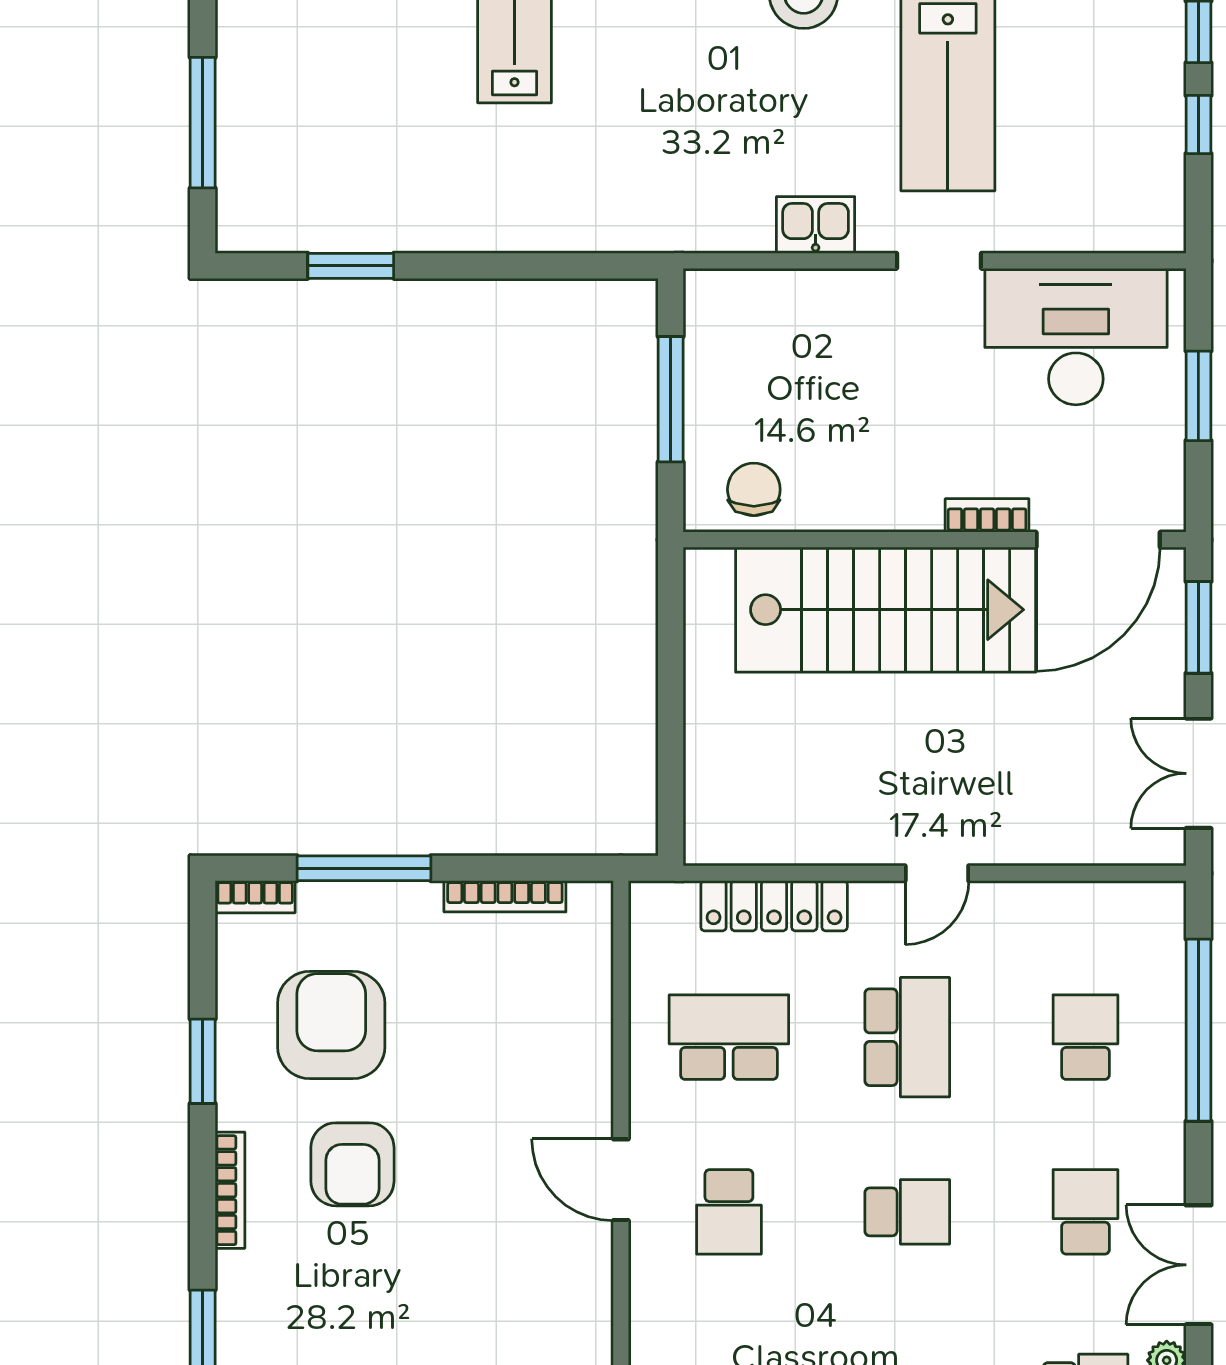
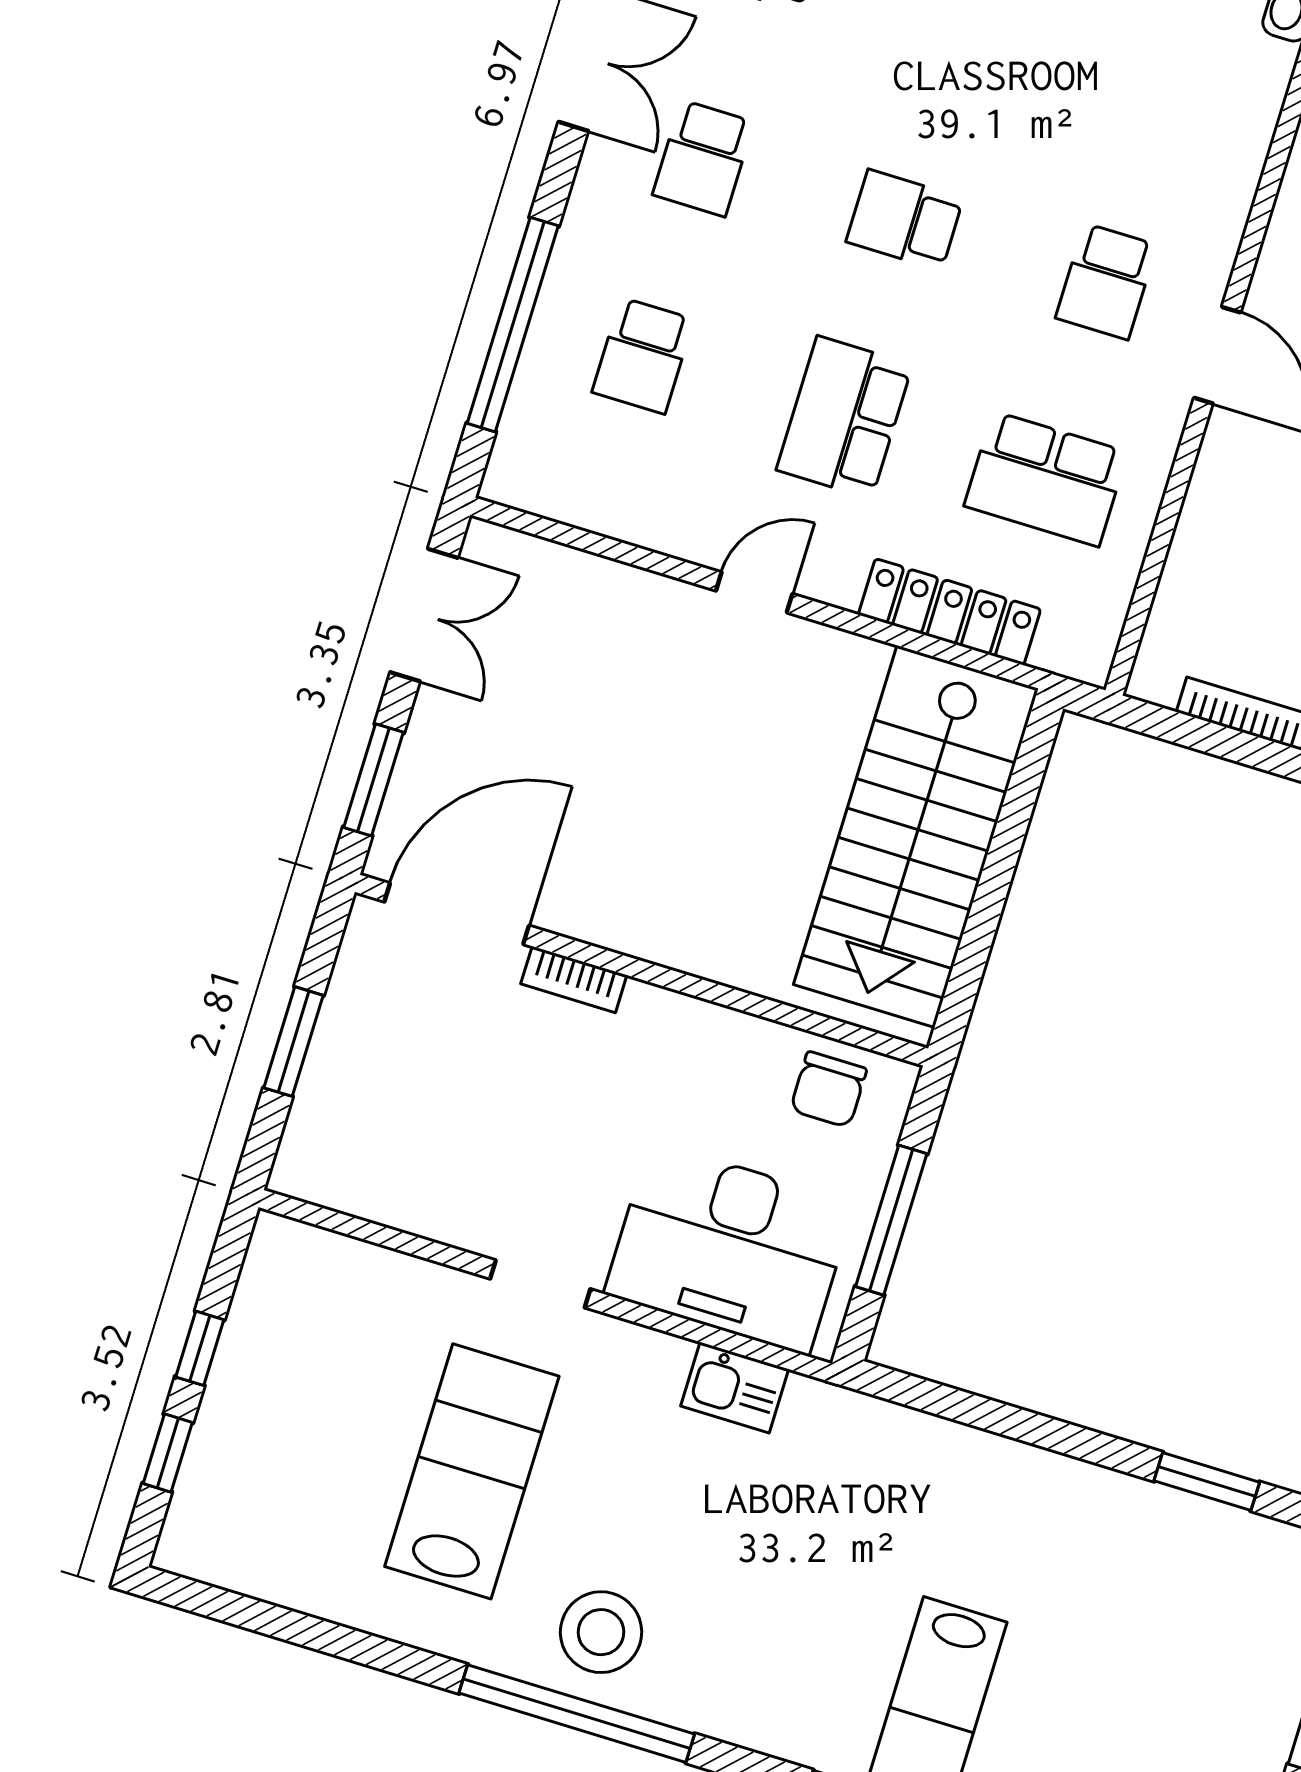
kitchen sink: (816, 225) -> (735, 1388), moved
desk: (1076, 337) -> (729, 1248), moved
stairs: (886, 610) -> (916, 836), moved, turned -90
school desk: (729, 1212) -> (1106, 281), turned 180

